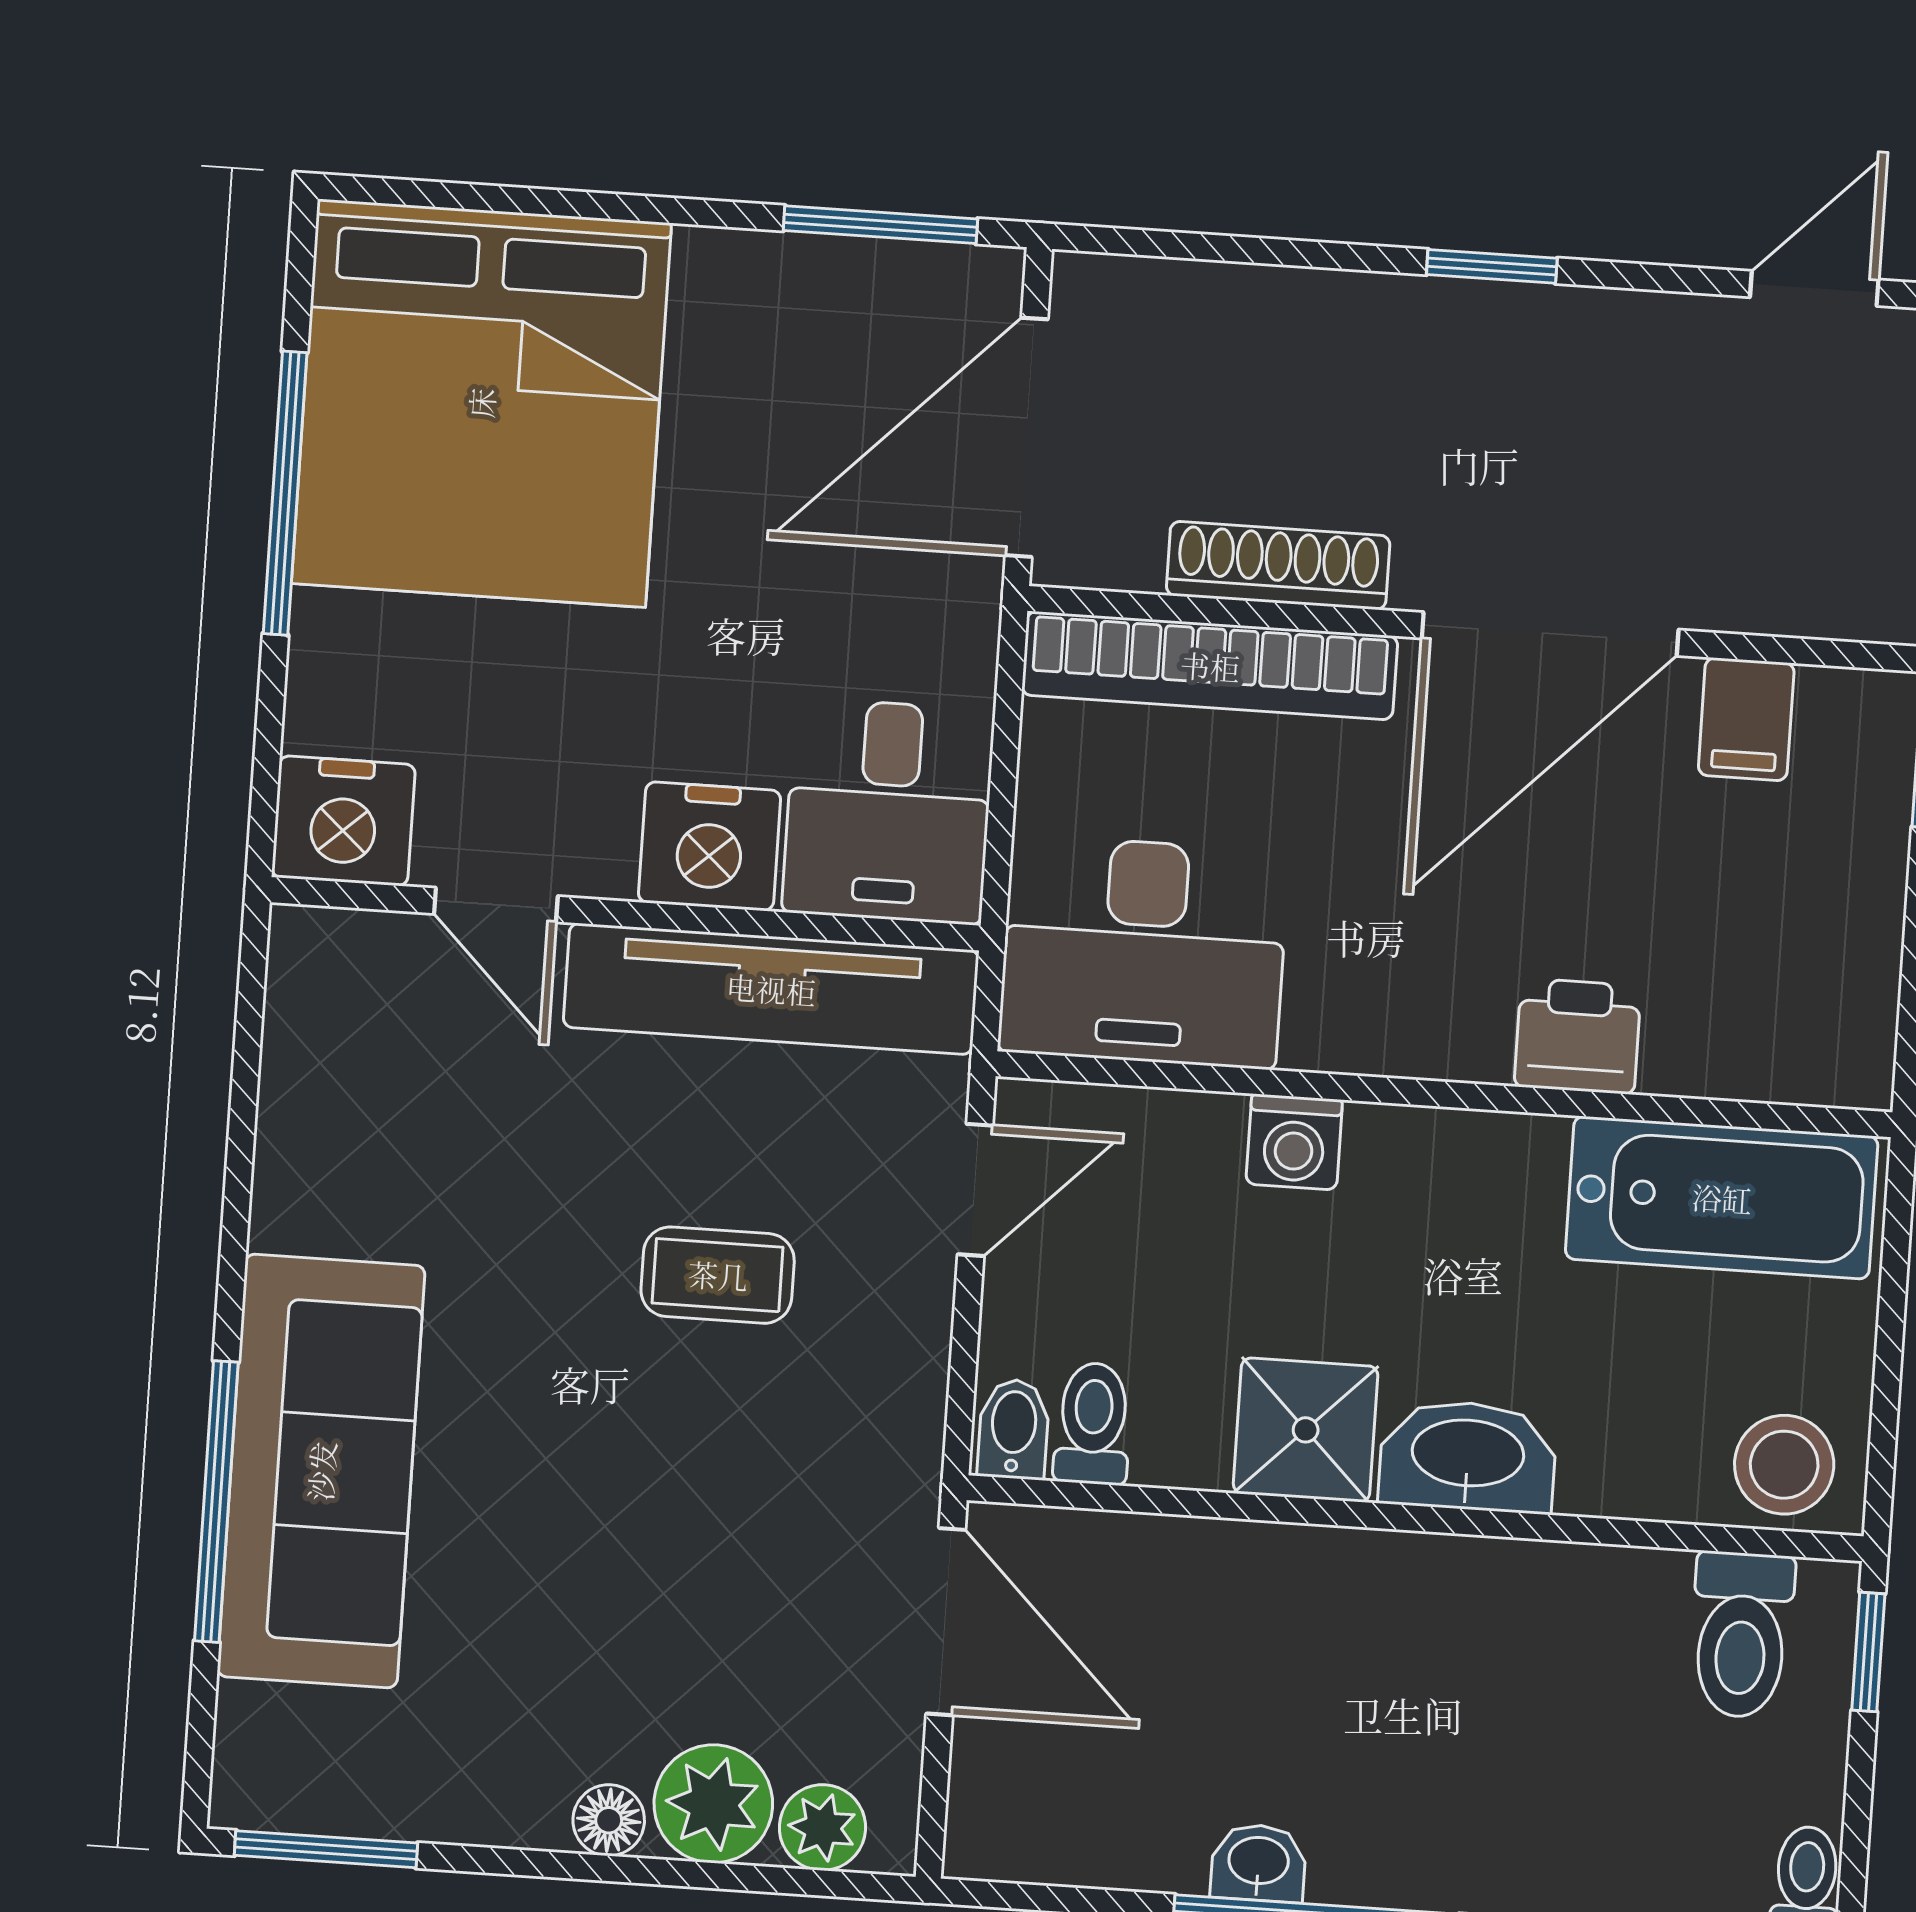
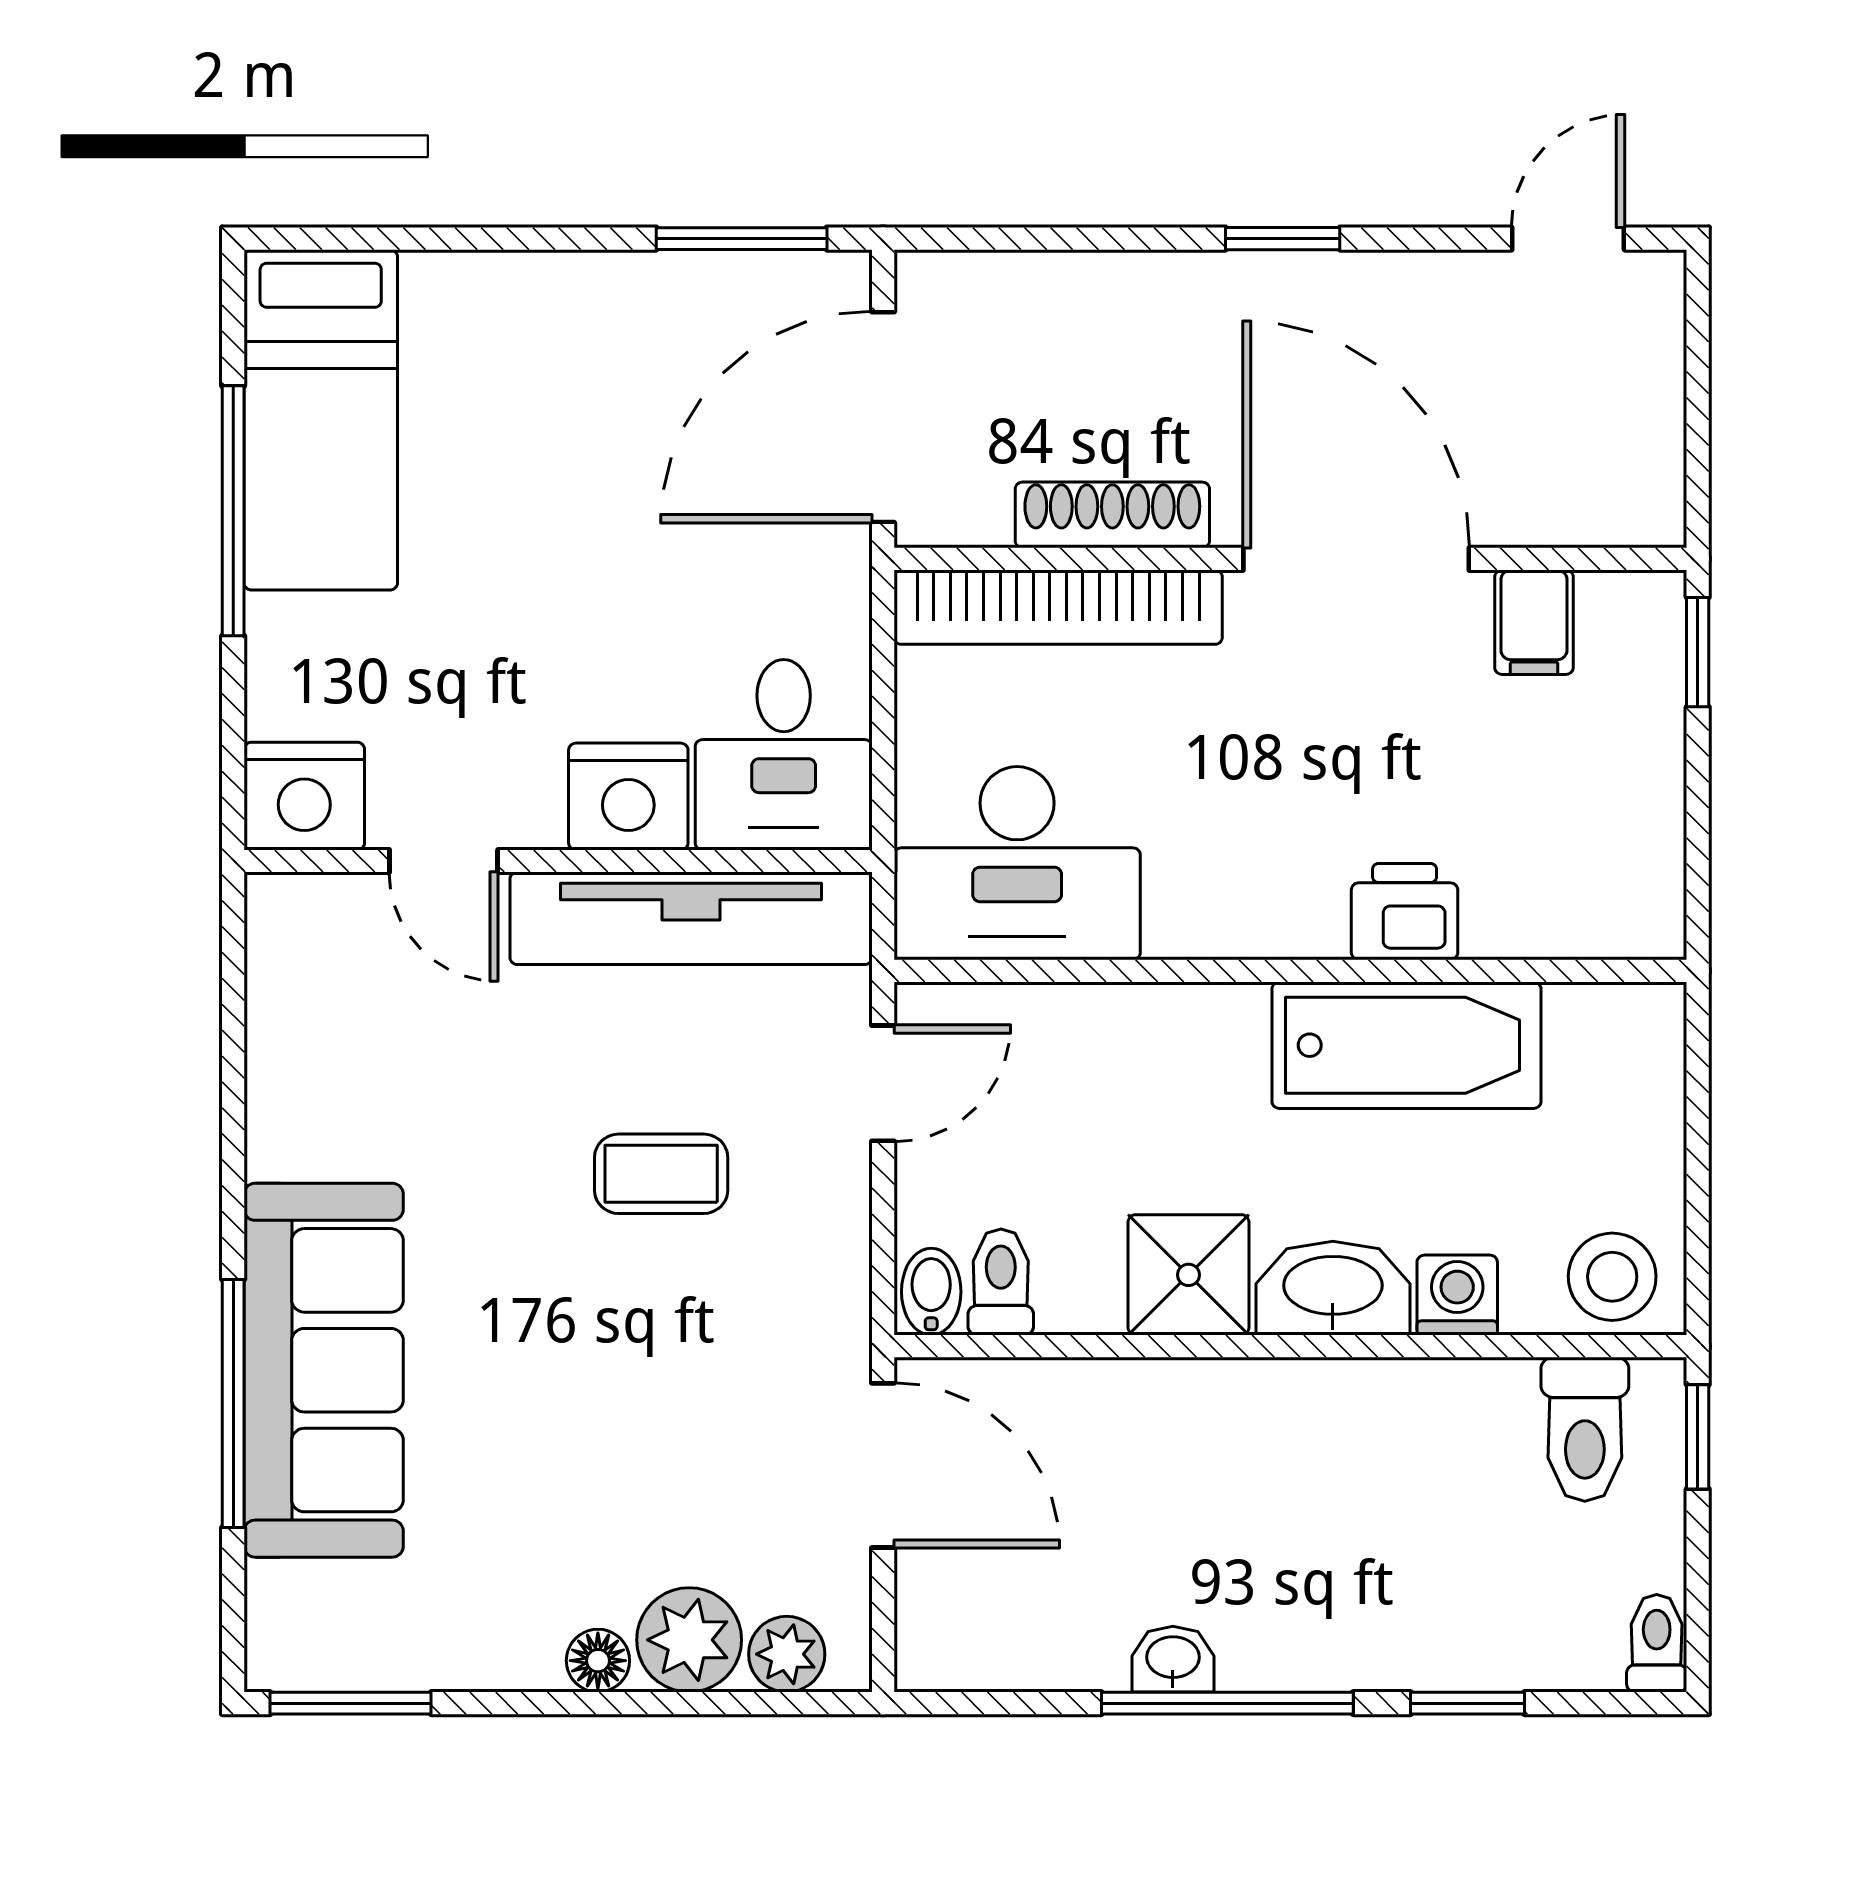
bed: (481, 403) -> (321, 420), width x0.49
door: (1550, 634) -> (1356, 559), swing flipped
washing machine: (1294, 1142) -> (1457, 1295), moved, turned 180
bathtub: (1722, 1198) -> (1406, 1045), moved

